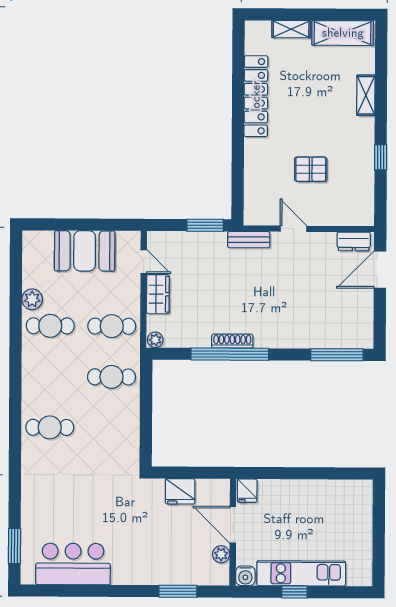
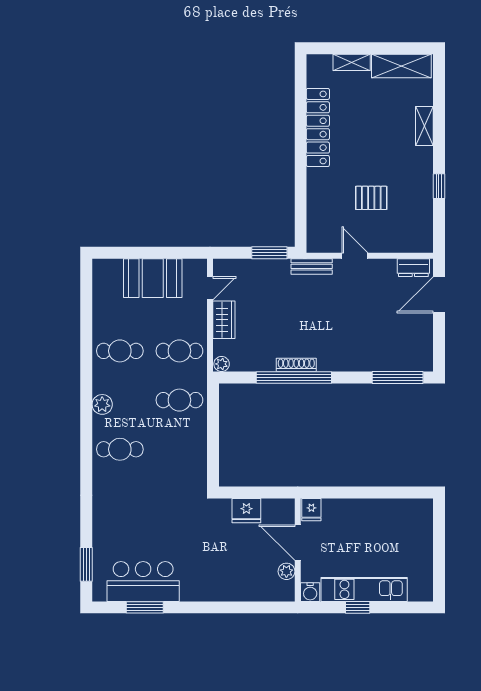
door: (144, 262) -> (210, 288), hinge flipped
plant: (32, 299) -> (102, 404), moved
window: (178, 591) -> (145, 607), moved

